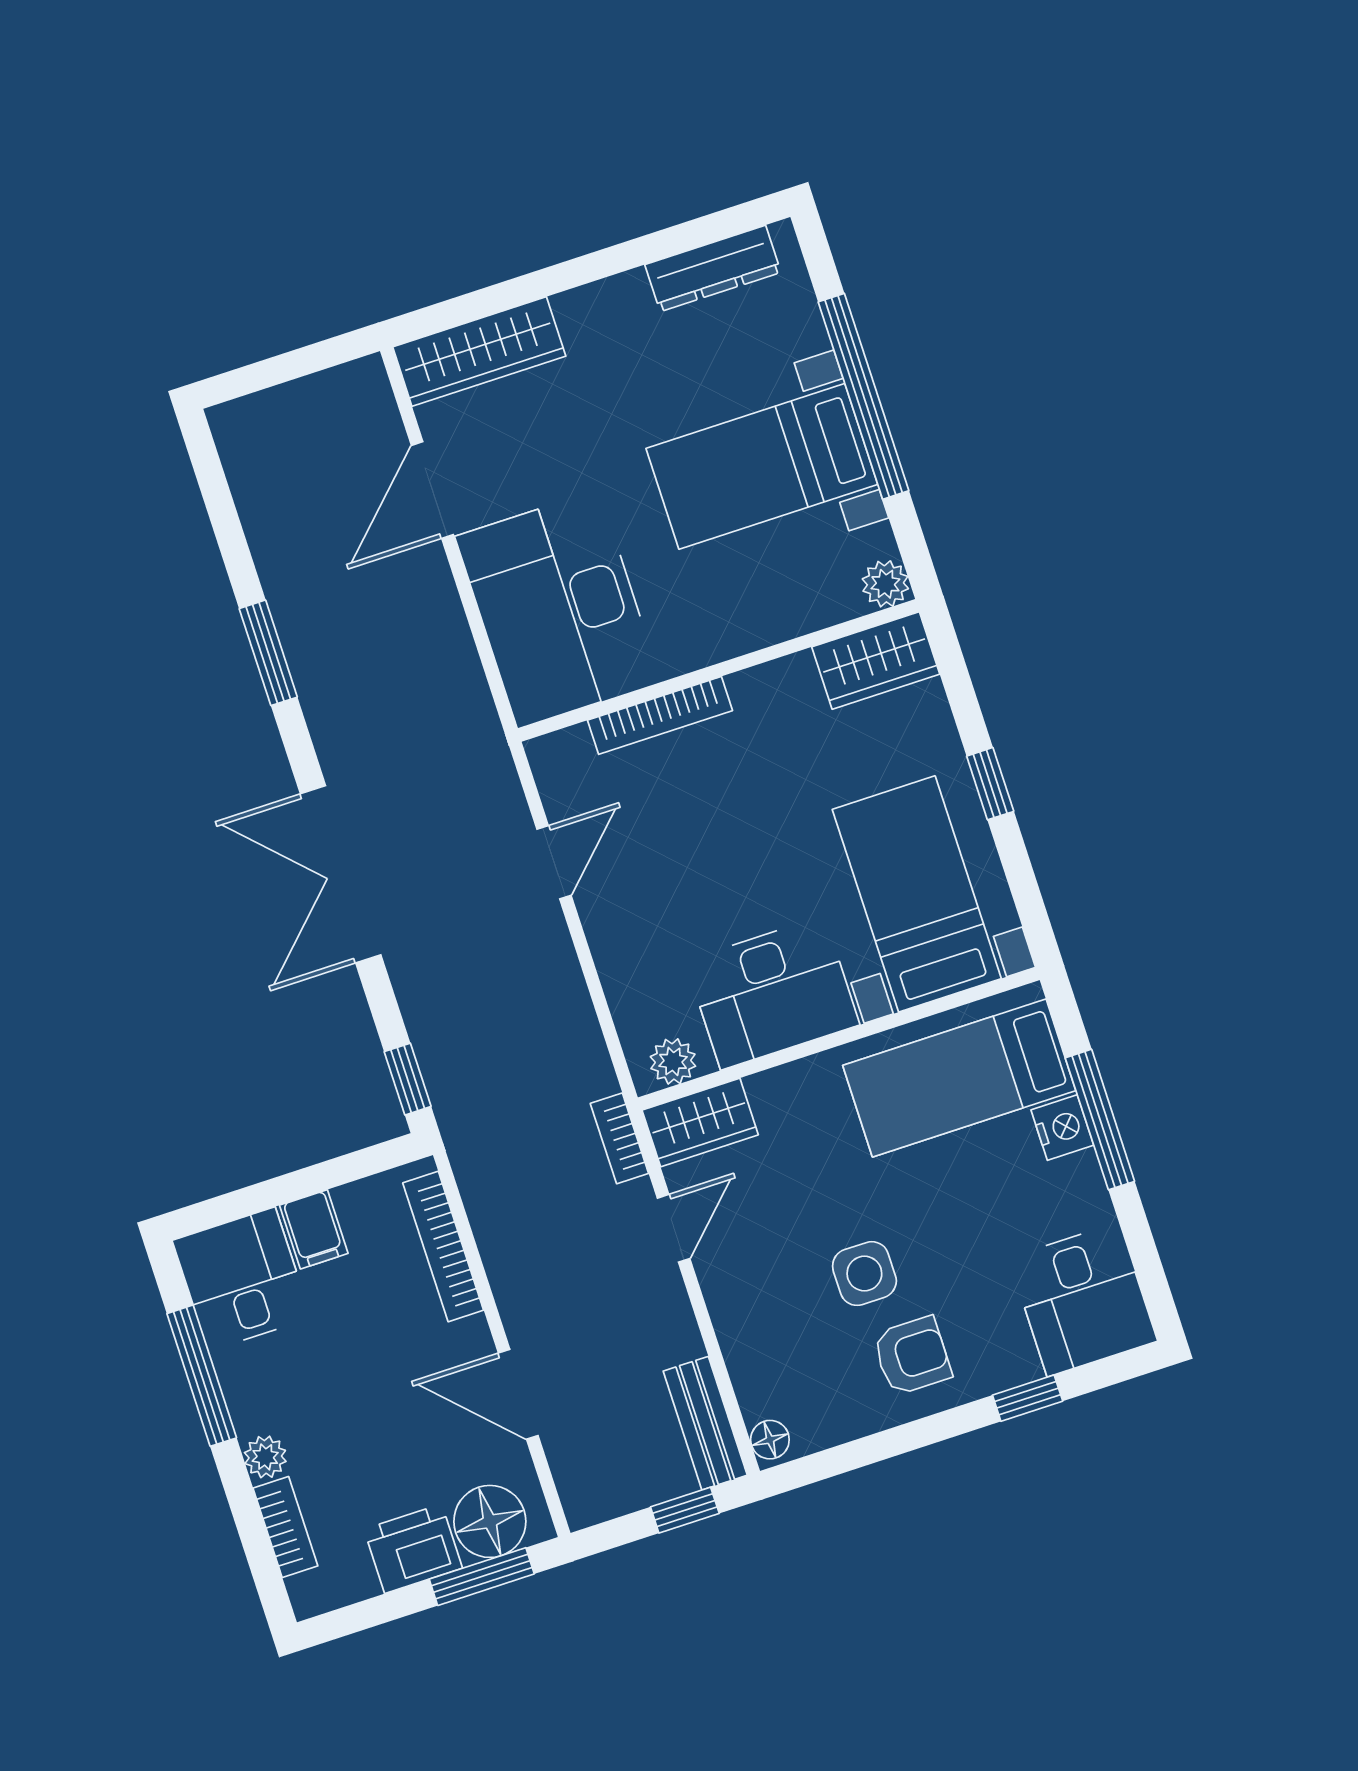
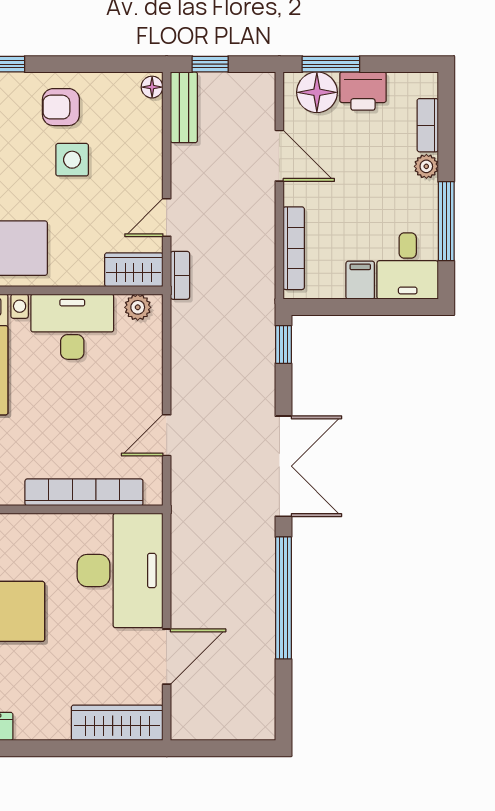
window: (268, 653) -> (283, 598), width x2.11
bookcase: (660, 715) -> (84, 492), width x1.48, depth x1.31

